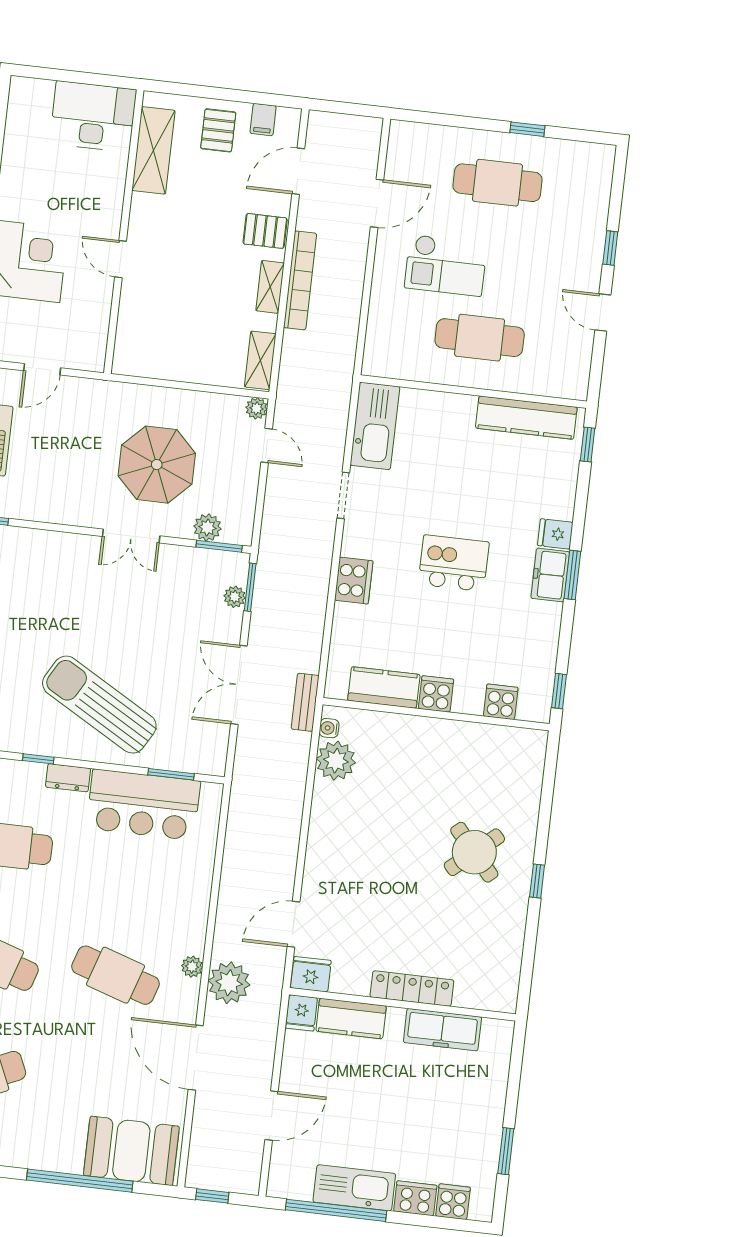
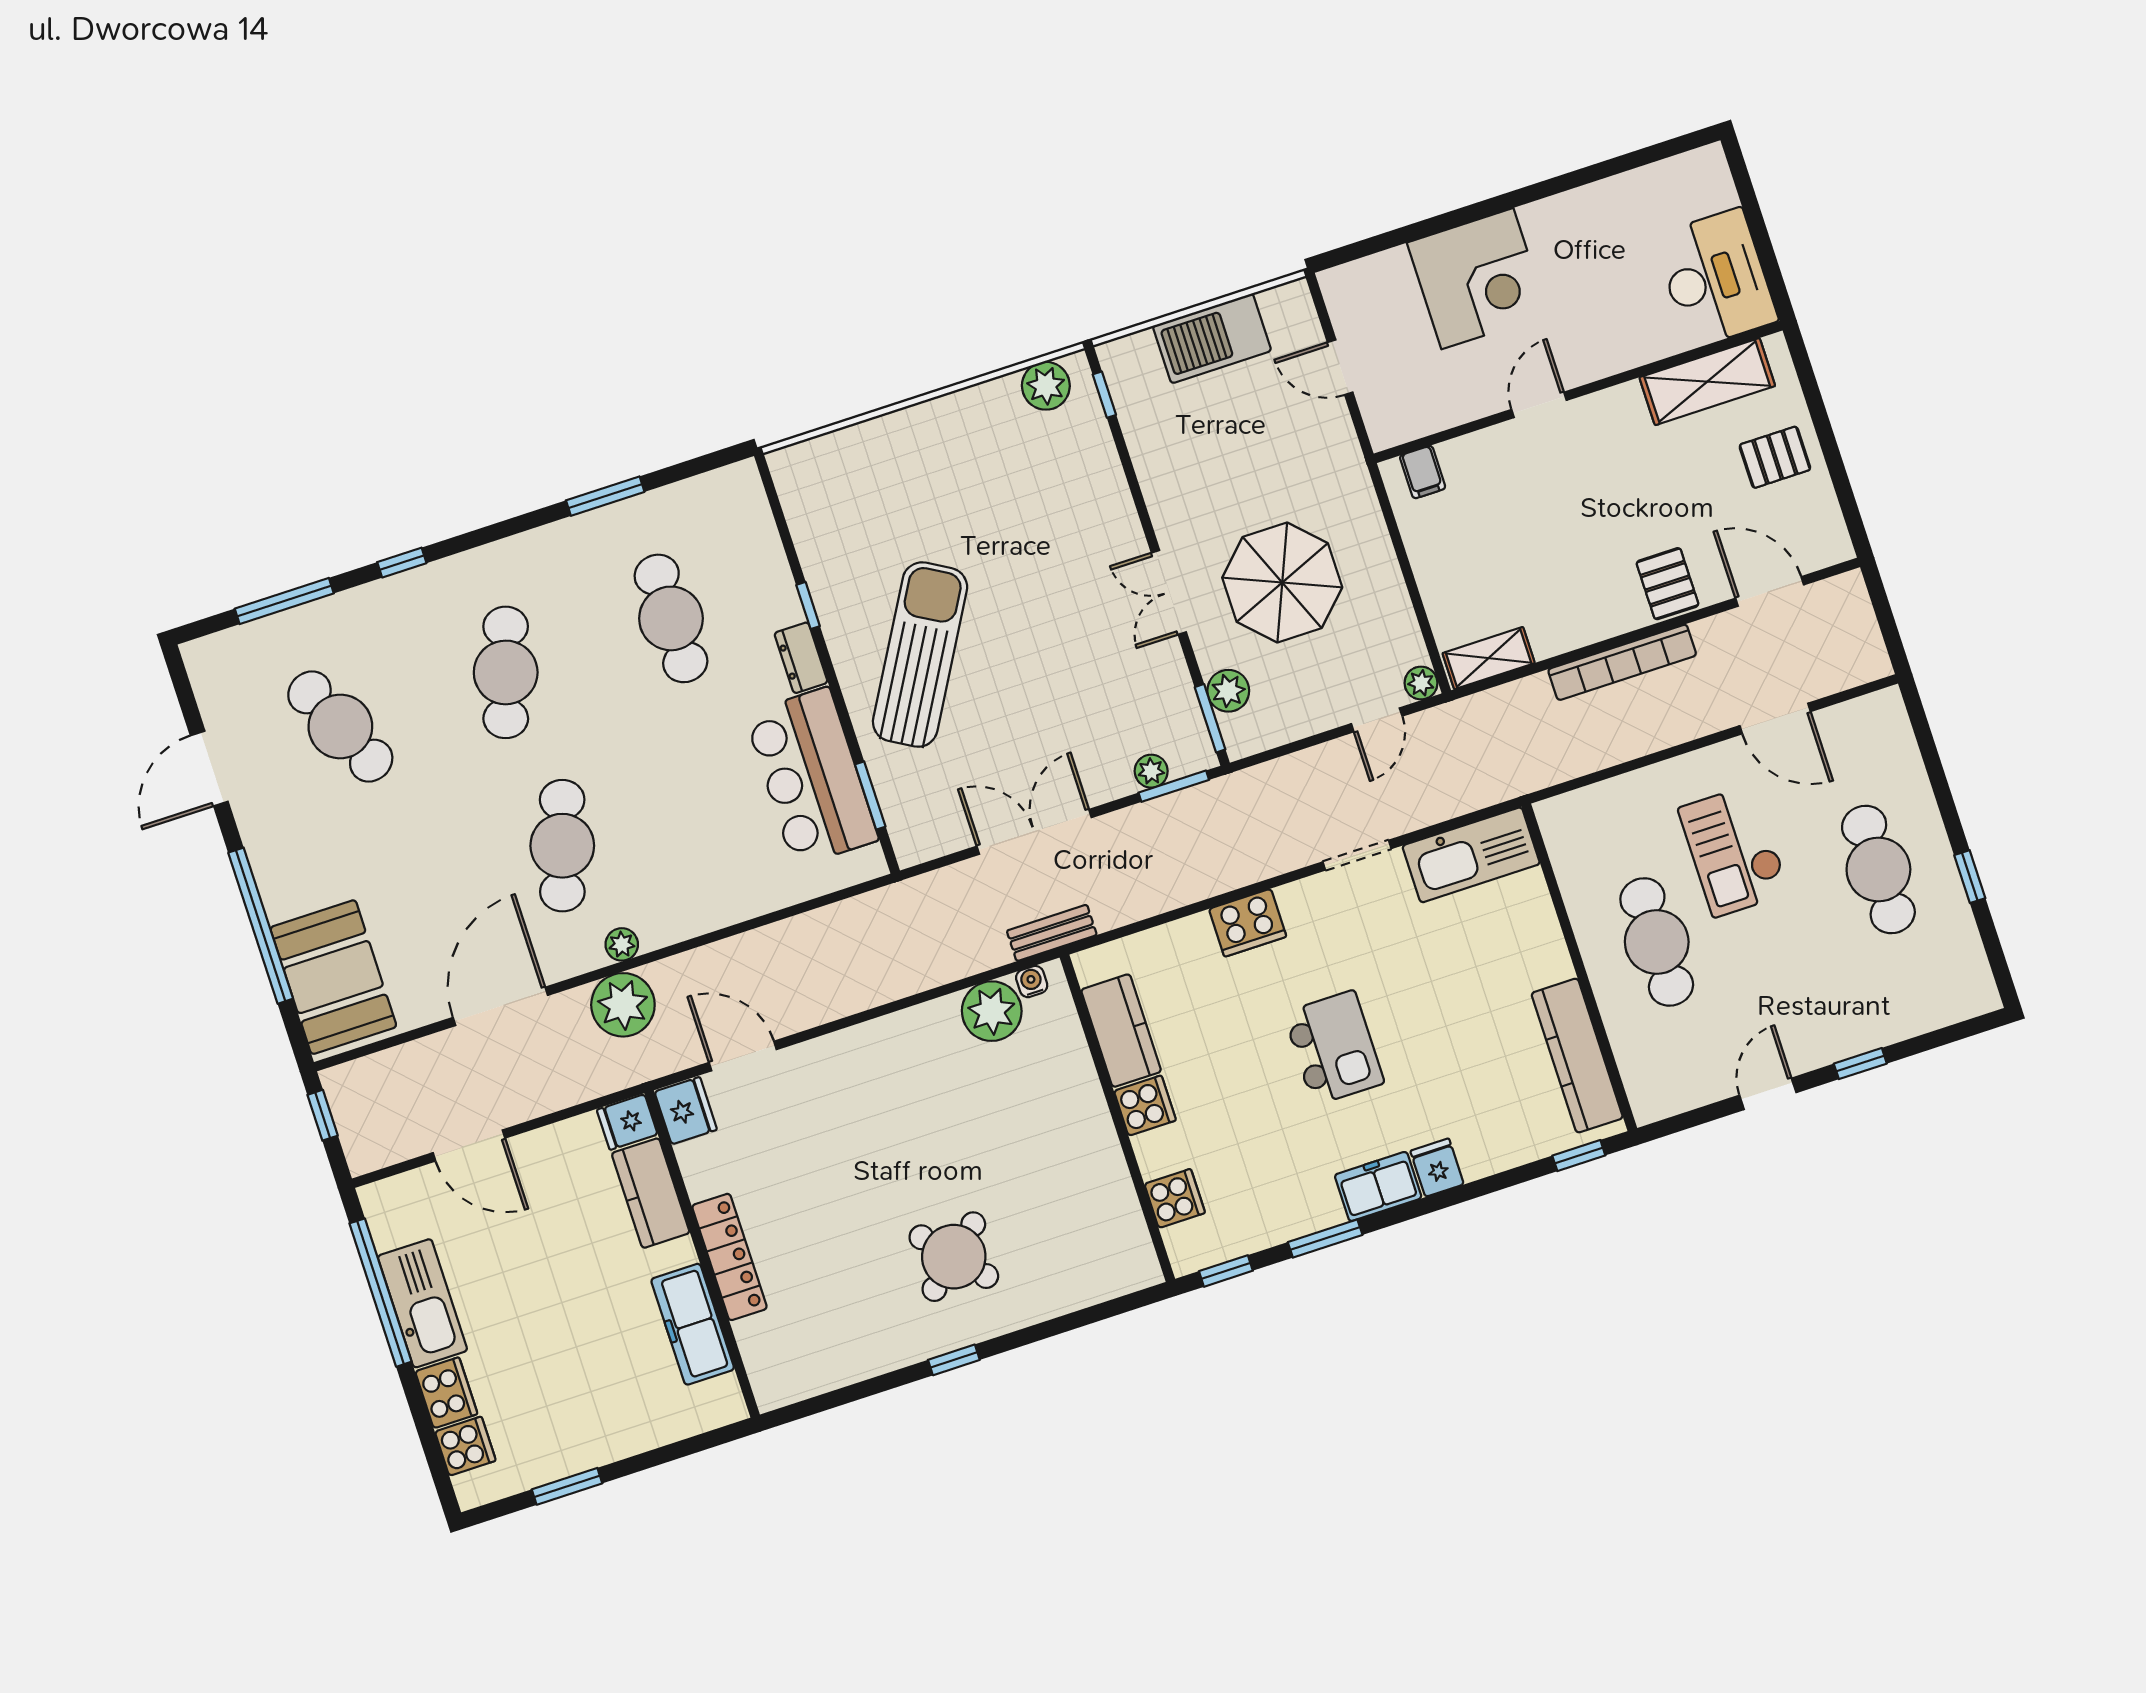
filing cabinet: (263, 120) -> (1423, 472), moved, turned -90
shelving: (270, 287) -> (1595, 625), removed
window: (572, 575) -> (1325, 1239), moved

